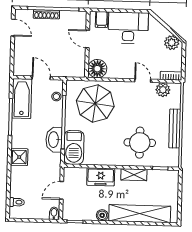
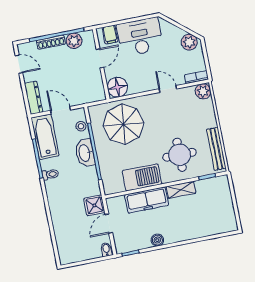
plant: (68, 18) -> (74, 41), added
door: (87, 39) -> (100, 58), swing flipped
dresser: (19, 61) -> (33, 98), added
plant: (163, 90) -> (203, 91), moved
bench: (175, 129) -> (216, 149), moved
washbasin: (54, 140) -> (85, 153), moved
barbecue: (74, 147) -> (142, 177), moved, turned -90
shower: (19, 157) -> (94, 205), moved
freezer: (101, 177) -> (147, 200), width x1.40
toilet: (17, 202) -> (50, 174), moved
shelving: (140, 214) -> (196, 229), removed

